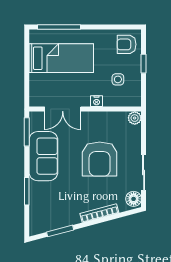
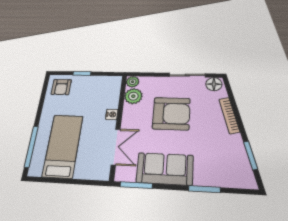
side table: (118, 79) -> (93, 95), removed
plant: (118, 120) -> (133, 96), added

